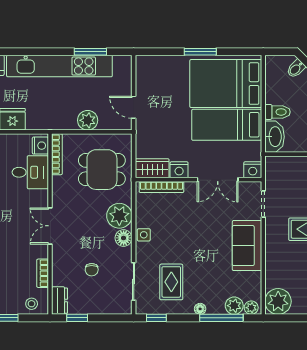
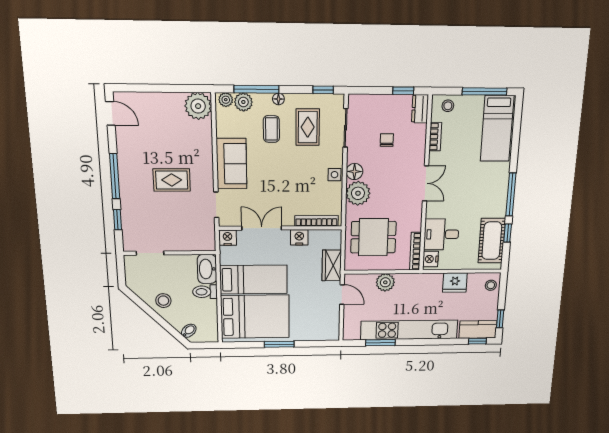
wardrobe: (152, 168) -> (332, 265), moved, turned 90
coffee table: (207, 280) -> (271, 129), added

